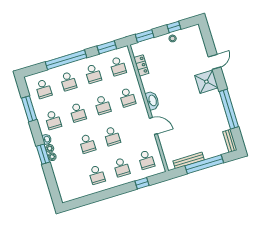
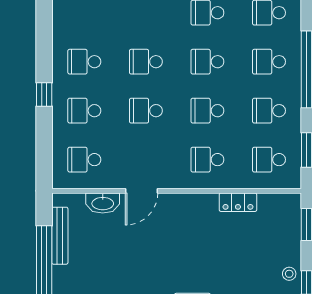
locker: (141, 65) -> (238, 202), moved
washbasin: (152, 101) -> (103, 203), moved
window: (142, 183) -> (44, 94), moved

